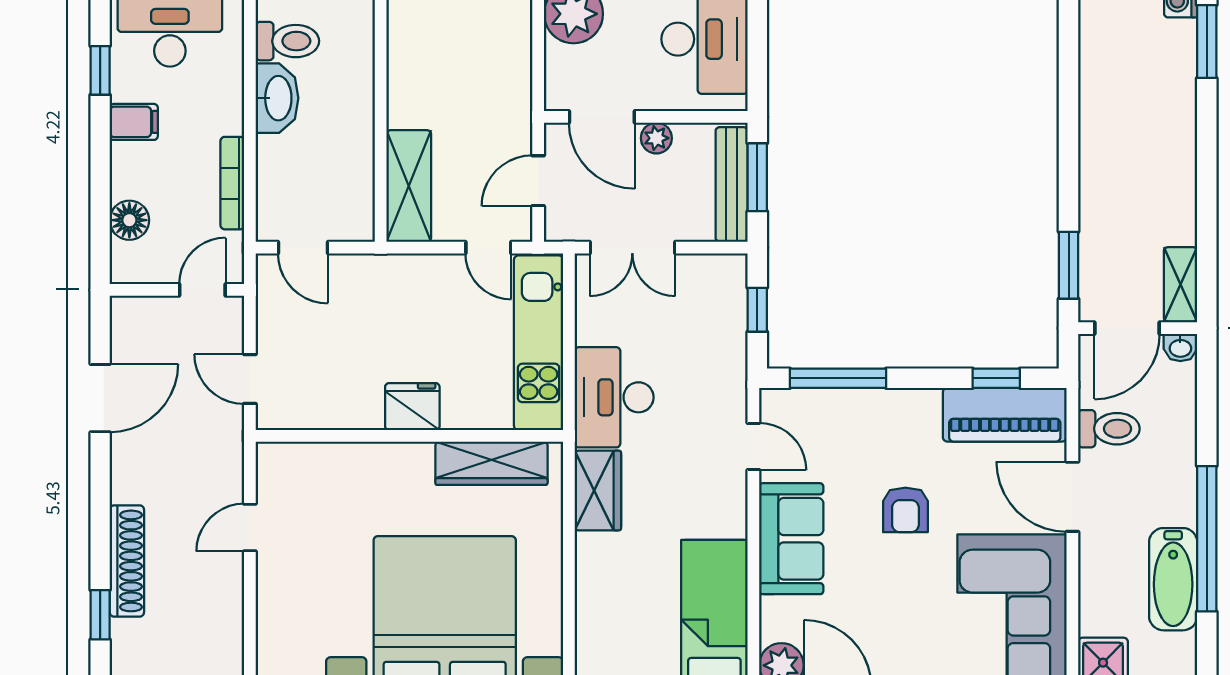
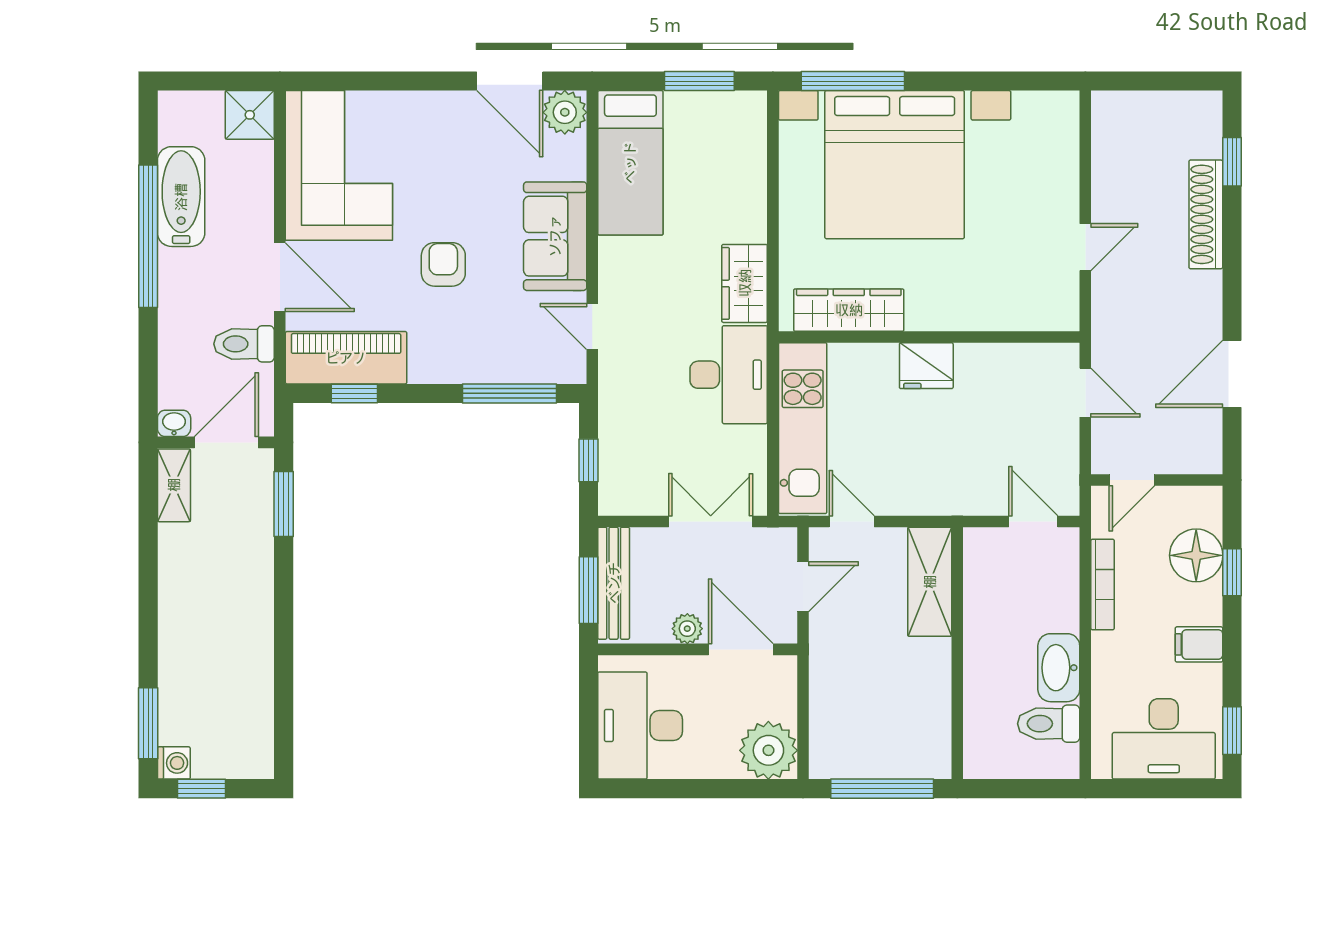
window: (100, 70) -> (1232, 731), moved
window: (100, 196) -> (1232, 572), added
floor lamp: (129, 220) -> (1196, 555), width x1.38, depth x1.38

